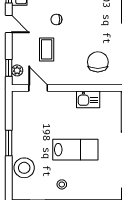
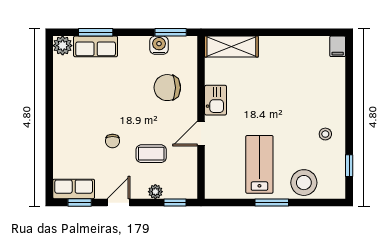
plant: (17, 70) -> (155, 192), moved
door: (38, 88) -> (201, 133), moved
lab bench: (75, 150) -> (259, 164), moved

